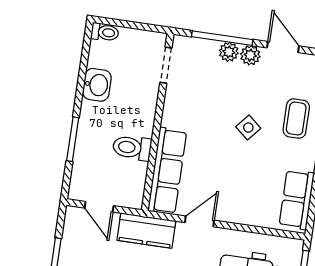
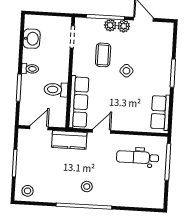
toilet: (105, 32) -> (30, 69), moved
washbasin: (97, 85) -> (32, 39), moved
coffee table: (296, 119) -> (103, 55), moved
door: (99, 207) -> (39, 128), swing flipped

